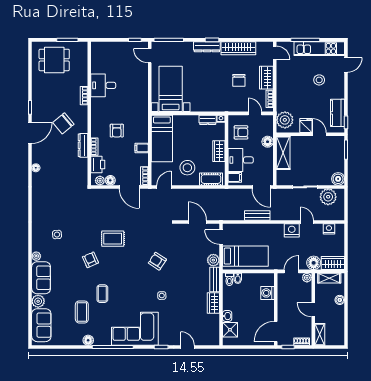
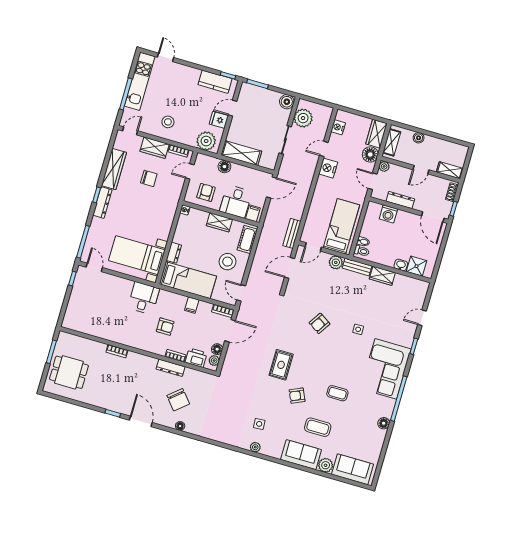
door: (150, 56) -> (94, 267), swing flipped
dining table: (54, 60) -> (69, 372), turned 90
stool: (319, 80) -> (168, 122), moved
desk: (103, 85) -> (144, 298), moved, turned 180
dresser: (208, 120) -> (174, 253), moved
chair: (63, 123) -> (178, 400), moved
bench: (257, 216) -> (292, 233), moved
plant: (36, 256) -> (255, 447), moved
dresser: (282, 300) -> (400, 200), added
coffee table: (82, 312) -> (318, 427), moved

